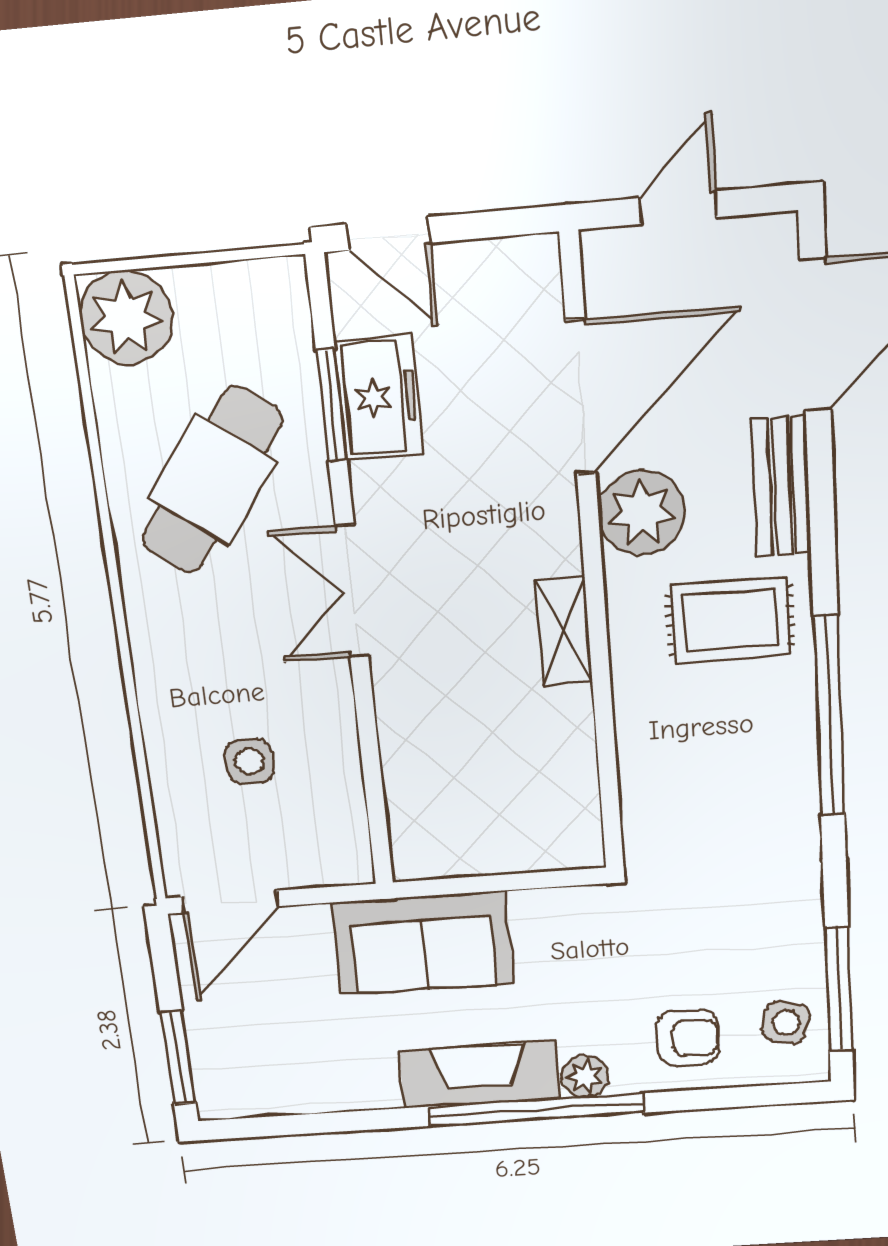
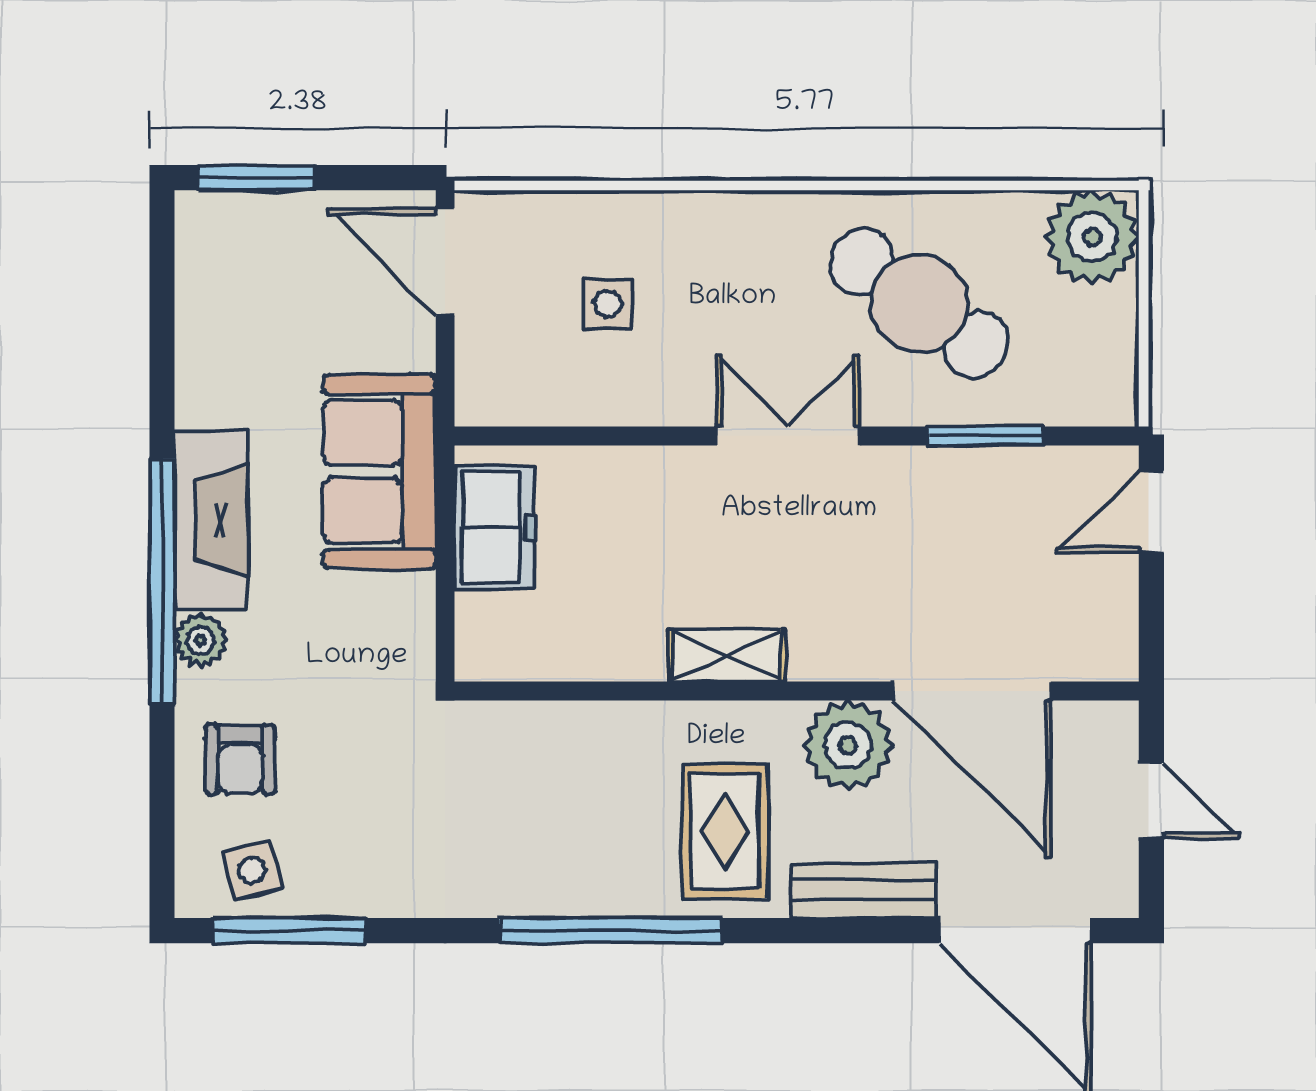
freezer: (379, 398) -> (494, 528), moved, turned -90
side table: (786, 1022) -> (252, 870), turned -30

